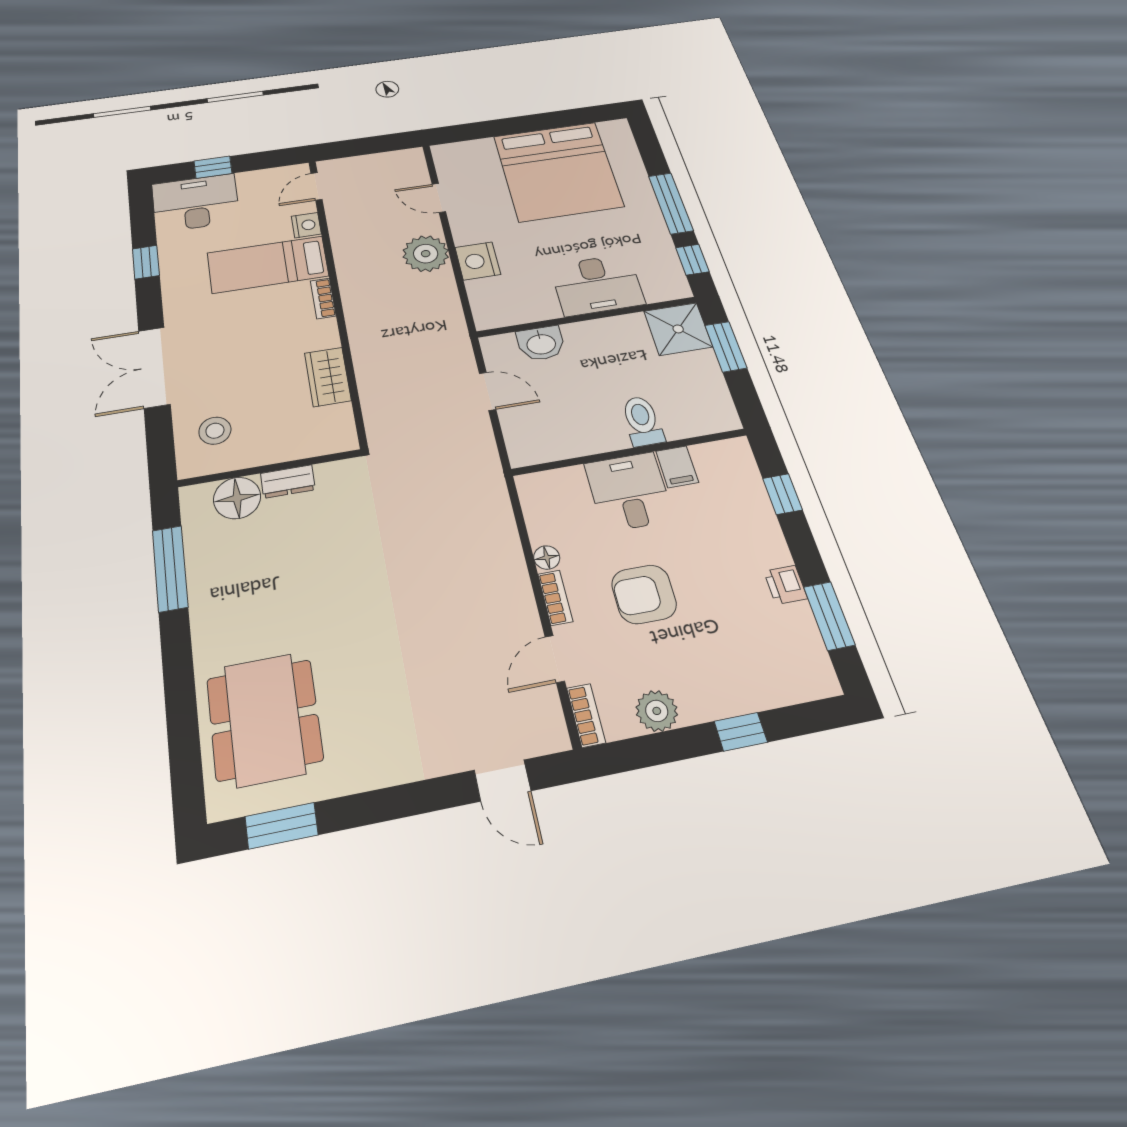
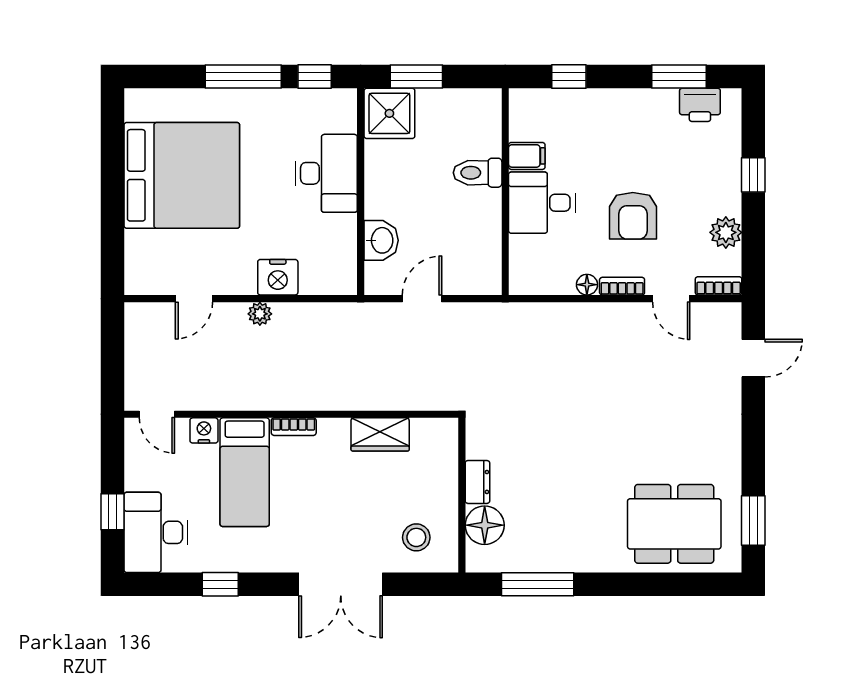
plant: (426, 254) -> (260, 314), width x0.53, depth x0.53
printer: (786, 585) -> (700, 105), moved, width x1.36, depth x1.24

